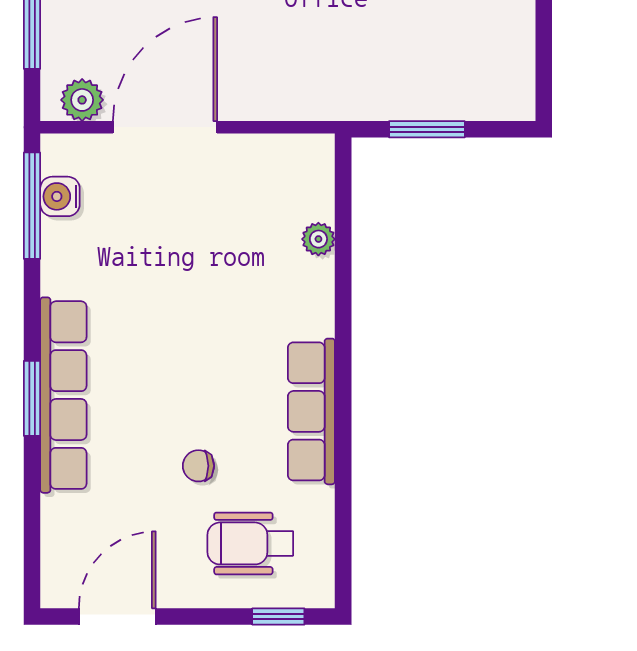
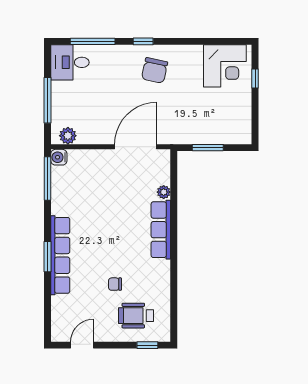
door: (165, 127) -> (136, 147), moved
water cooler: (60, 196) -> (59, 157), moved
row of seats: (311, 411) -> (161, 230), moved
door: (117, 616) -> (82, 345), width x0.73

